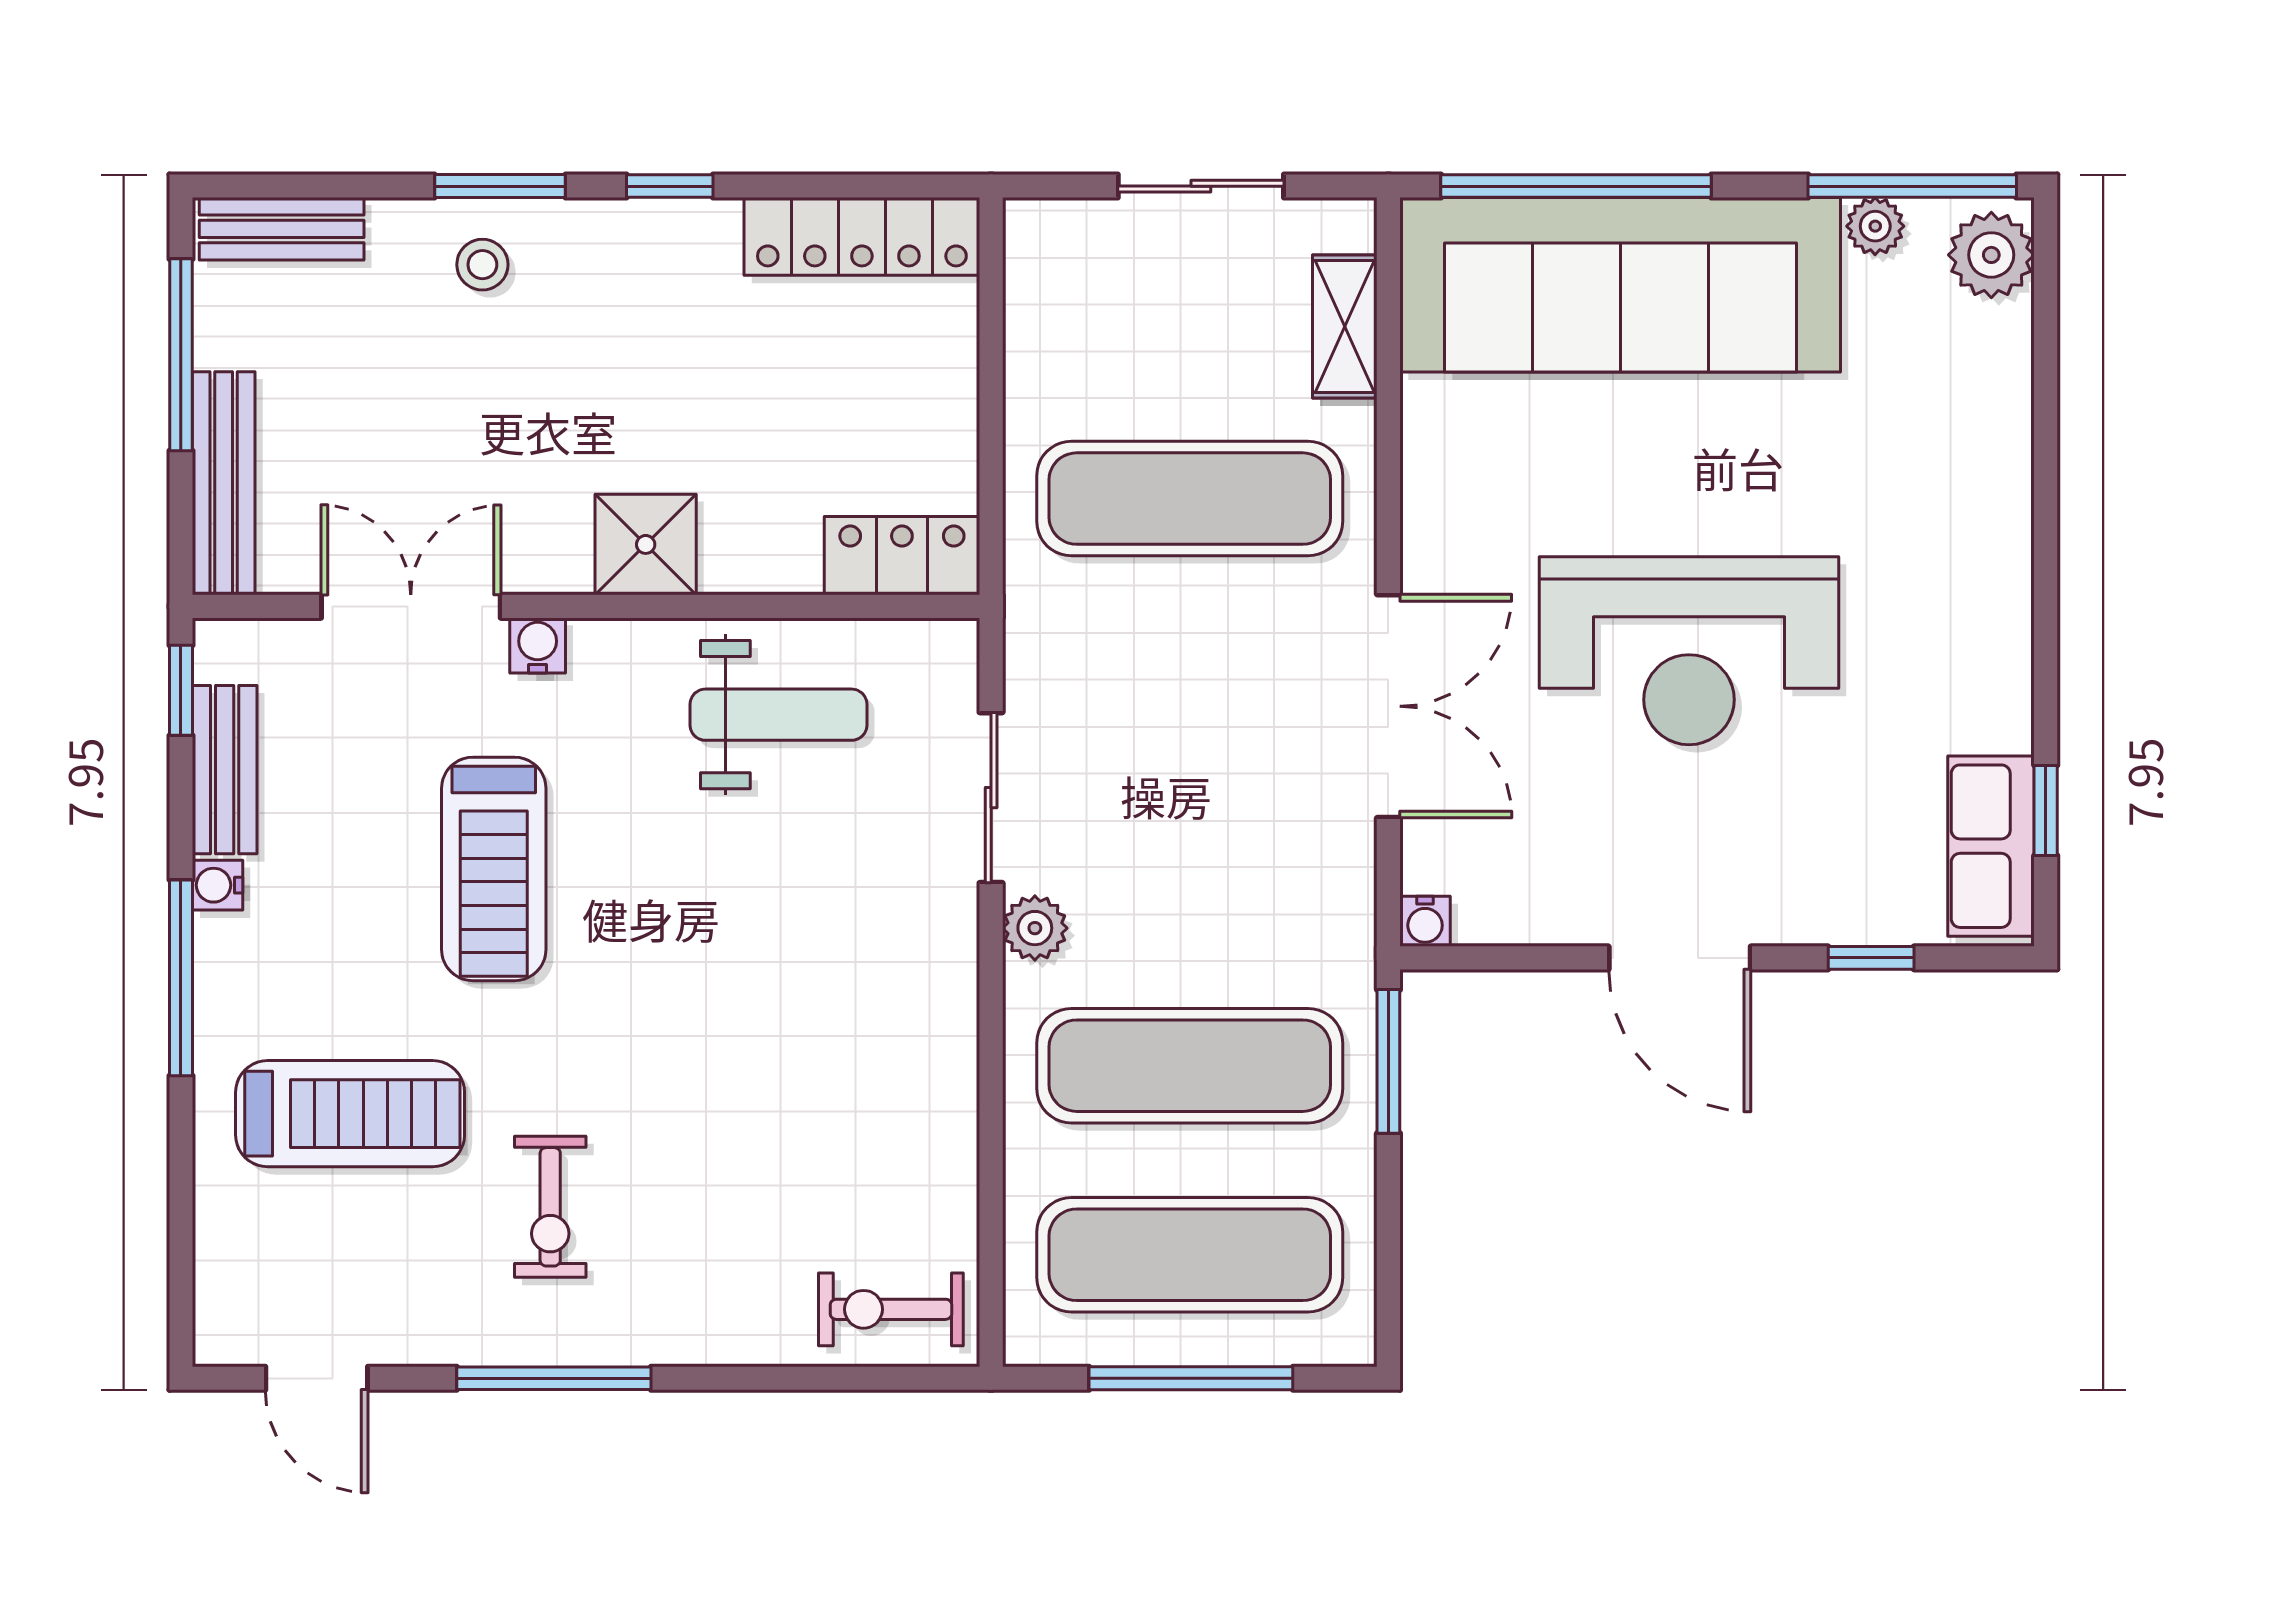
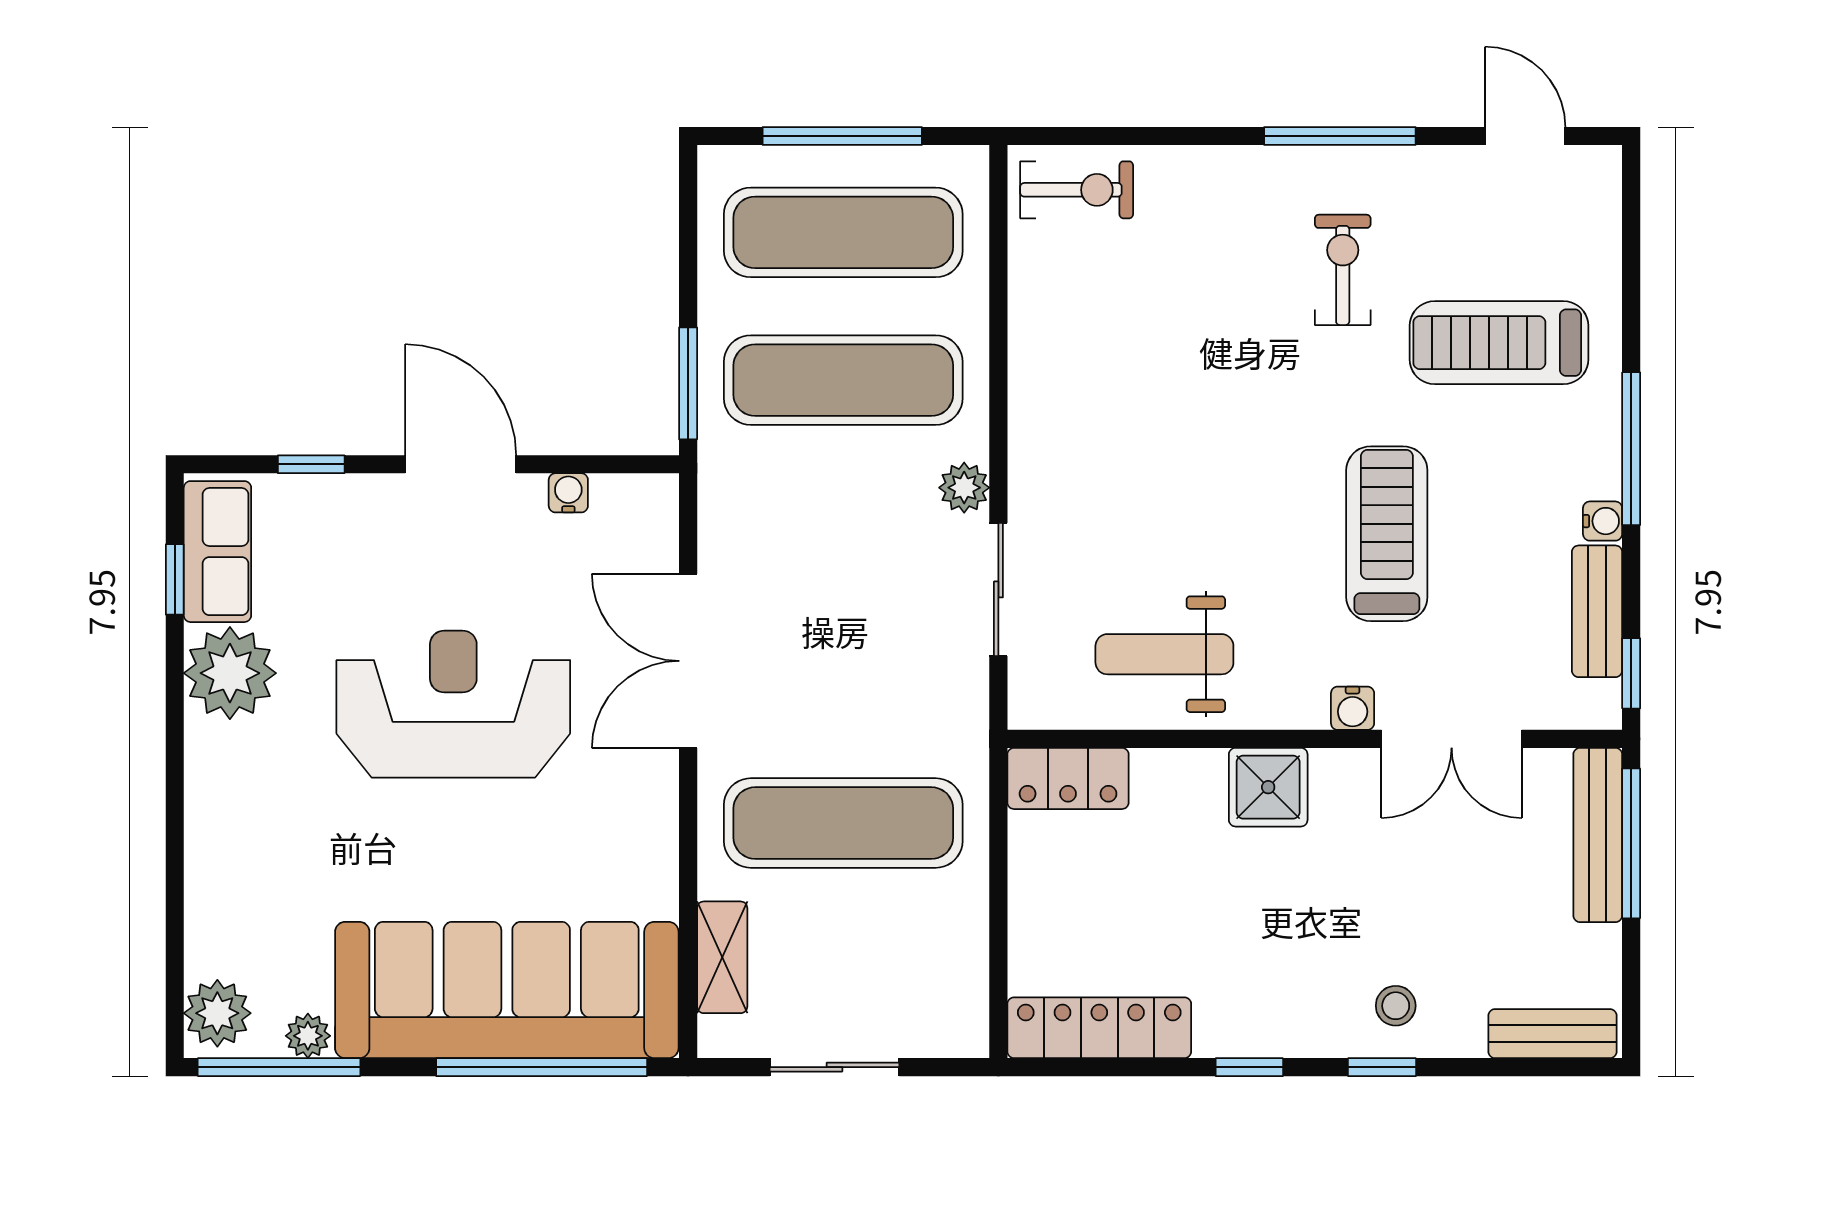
window: (500, 186) -> (1382, 1067), width x0.67
window: (181, 355) -> (1631, 843), moved
plant: (1975, 691) -> (230, 673), added
water cooler: (1425, 921) -> (568, 493), moved

